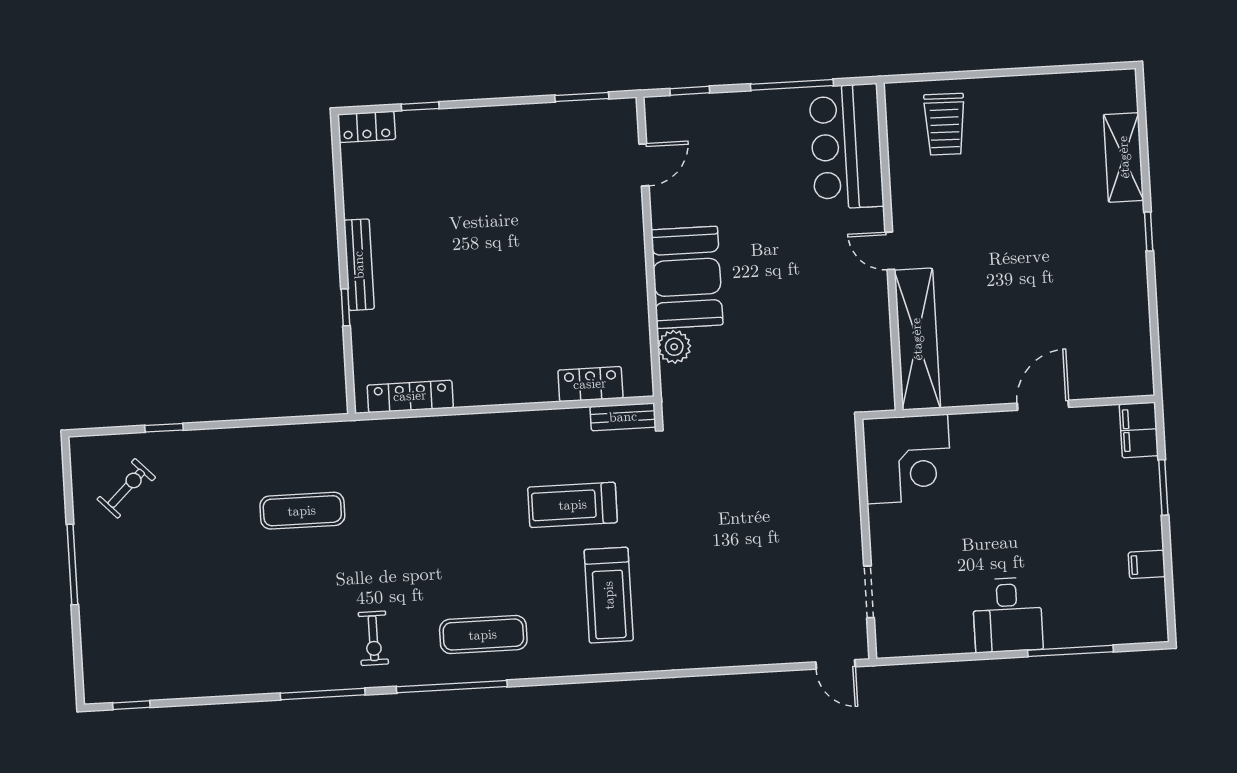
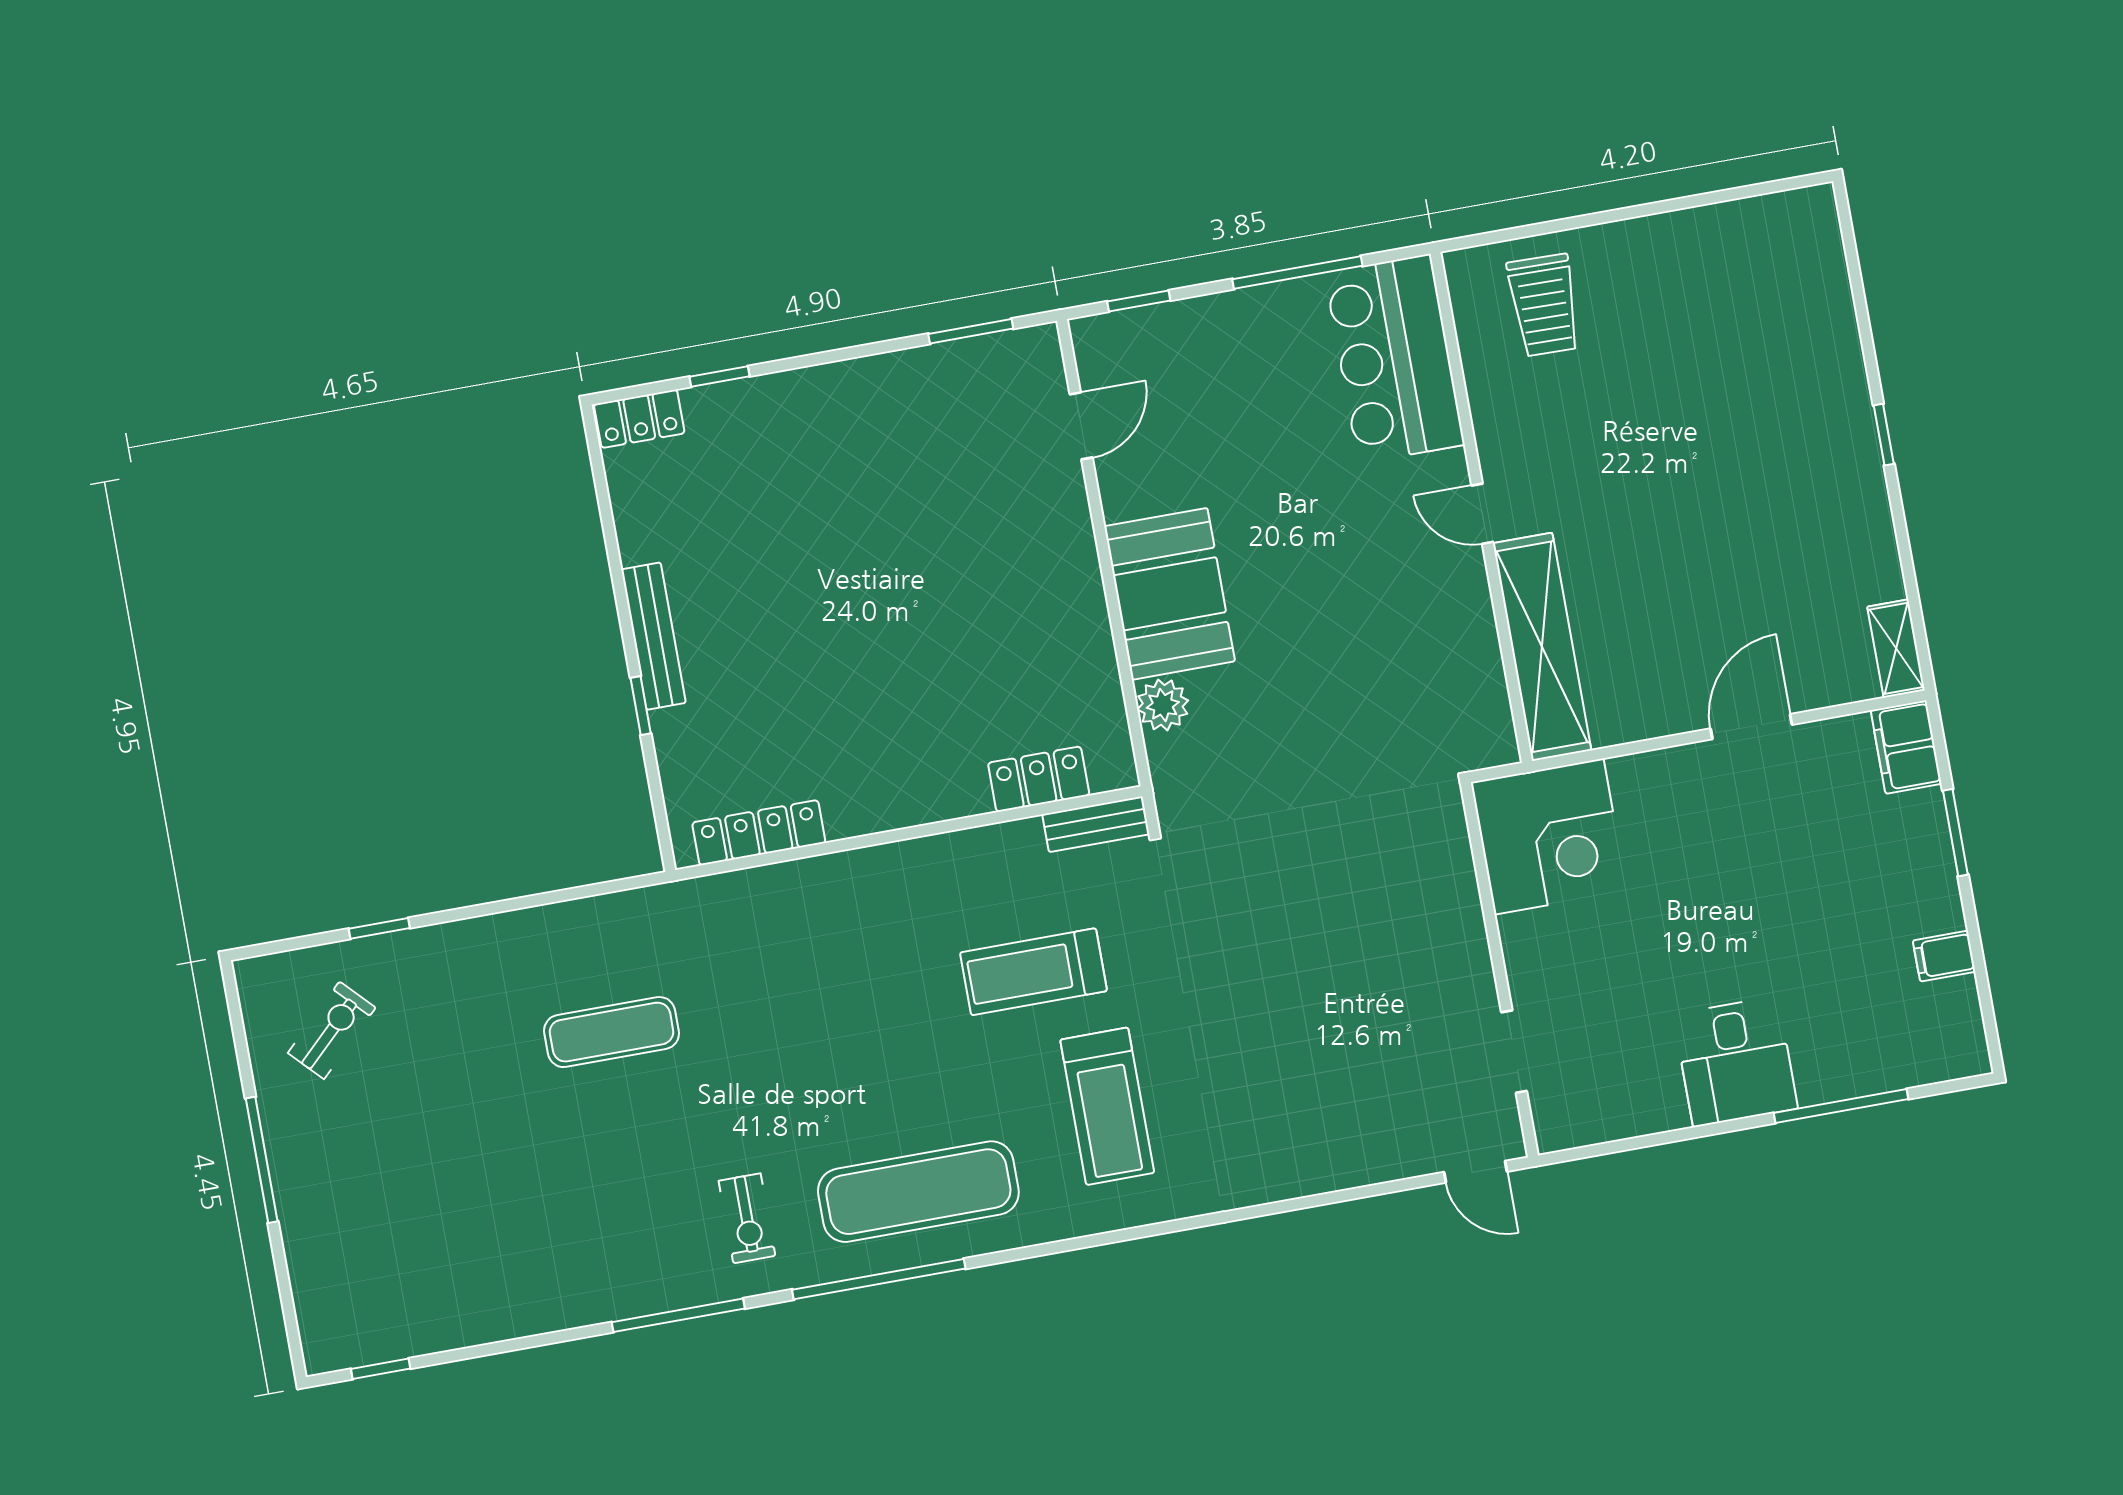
shelving: (1124, 157) -> (1896, 648), moved, width x0.67, depth x0.75
exercise mat: (483, 635) -> (918, 1192), width x1.36, depth x1.45

